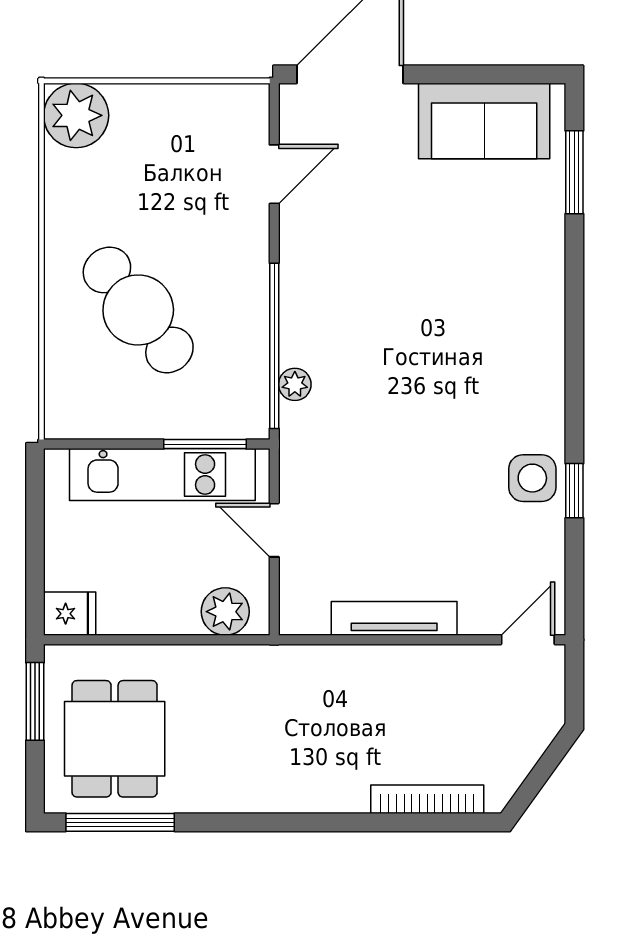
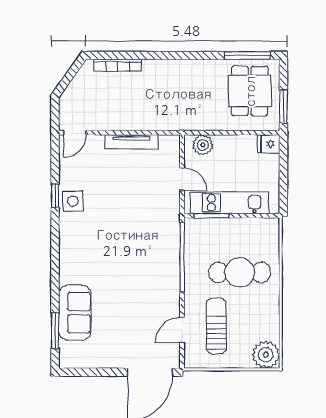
sofa: (484, 121) -> (75, 313), moved, turned 90
sun lounger: (194, 183) -> (216, 326), added
cafe table: (138, 310) -> (240, 272), turned -52
plant: (295, 384) -> (173, 241), removed

